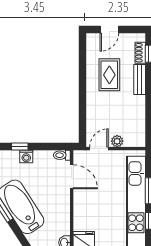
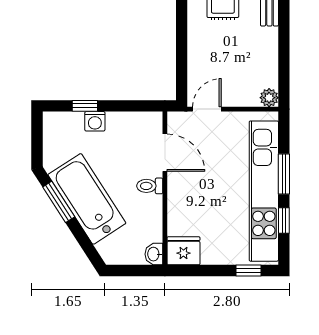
plant: (117, 141) -> (269, 98), moved
toilet: (62, 155) -> (150, 186), moved

